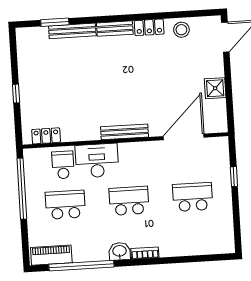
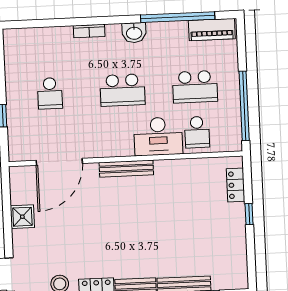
locker: (46, 136) -> (236, 185), moved, turned 90
school desk: (193, 197) -> (50, 93), width x0.54
bookcase: (145, 253) -> (89, 31), moved

